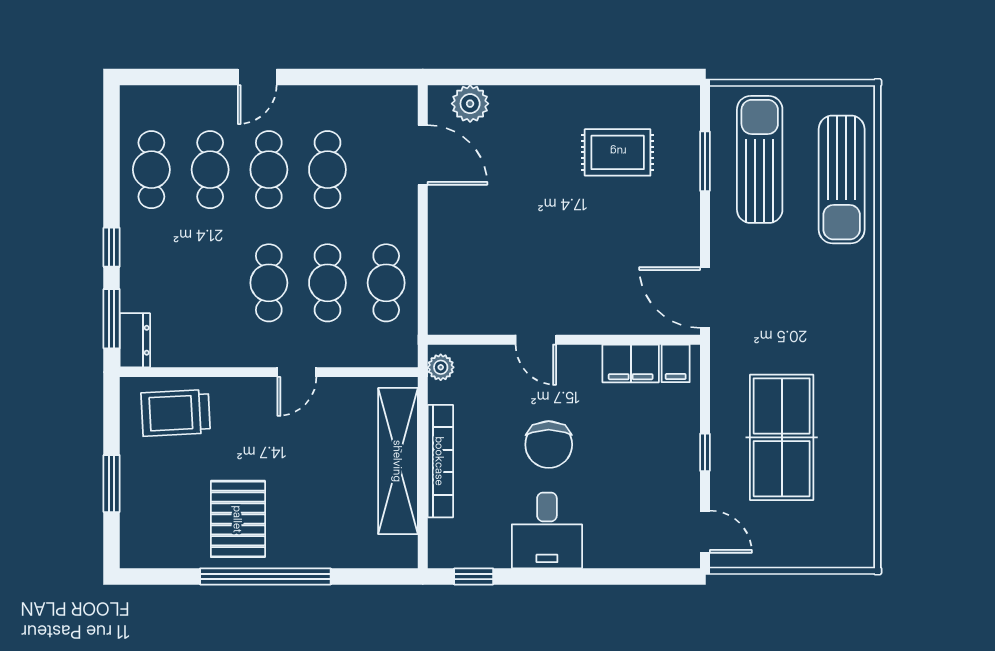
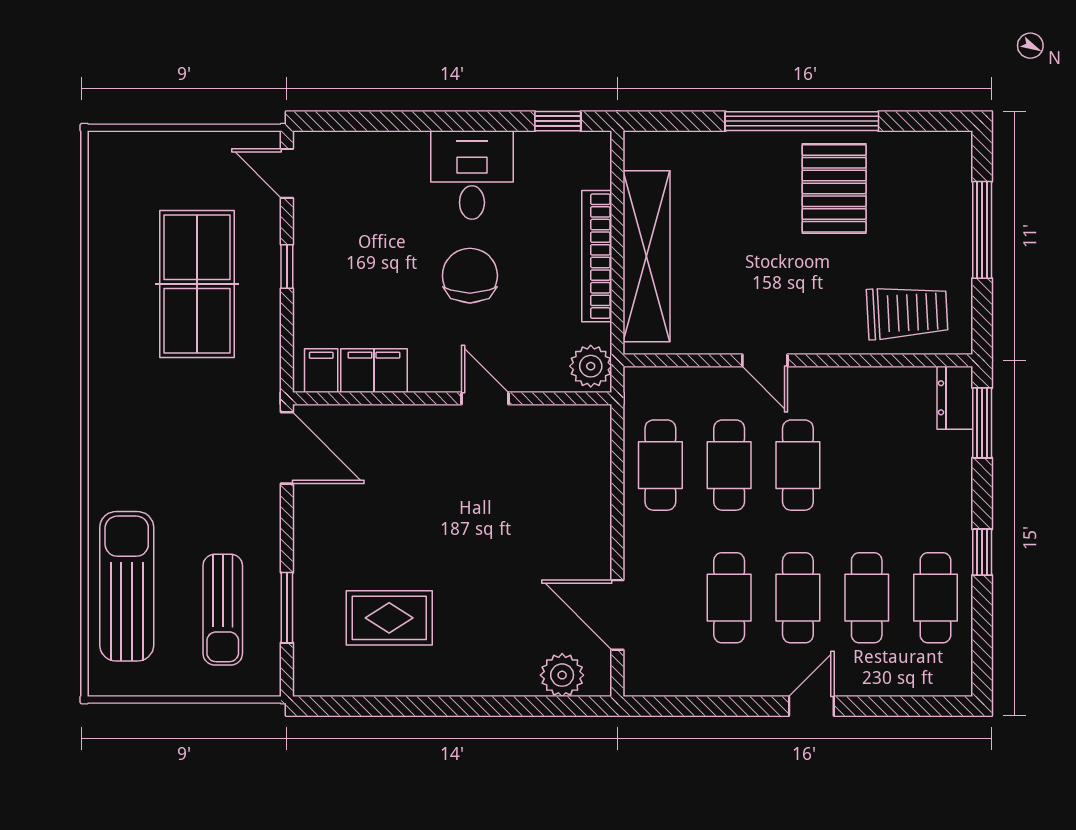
sun lounger: (760, 159) -> (223, 610), width x0.73, depth x0.75
window: (112, 247) -> (982, 552), moved
plant: (441, 367) -> (591, 366), width x1.38, depth x1.38
door: (297, 372) -> (765, 360), swing flipped
window: (112, 484) -> (982, 230), width x1.44

